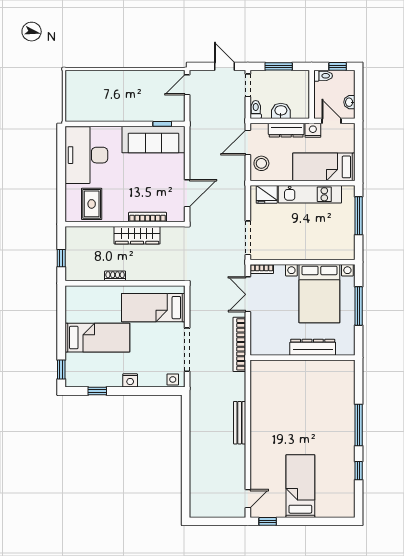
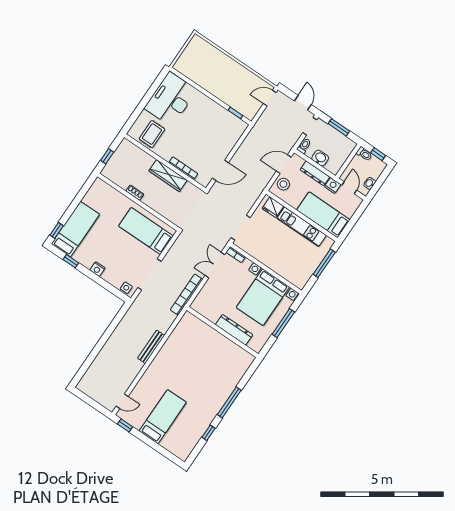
sofa: (153, 140) -> (222, 119), removed
bed: (97, 338) -> (75, 229), moved, turned -90

